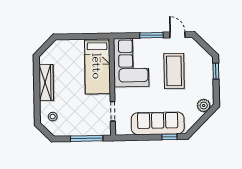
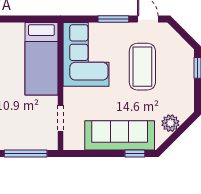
plant: (204, 106) -> (170, 123), moved

